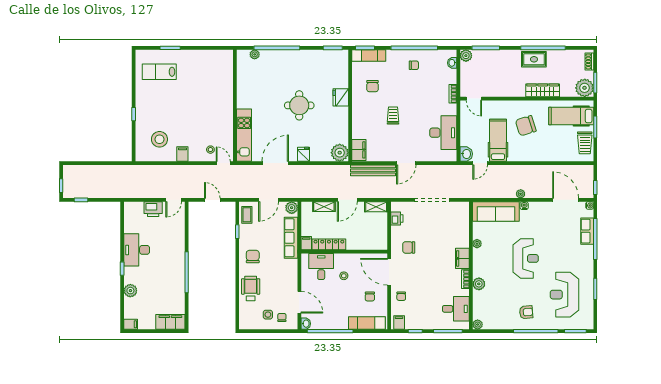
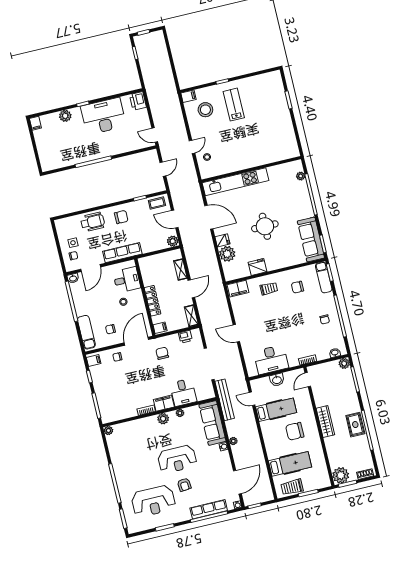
sofa: (325, 60) -> (311, 239), added
lab bench: (159, 72) -> (234, 105), moved
wardrobe: (543, 90) -> (325, 422), moved
fridge: (341, 97) -> (257, 267), moved
trolley: (393, 115) -> (269, 288), moved
hospital bed: (571, 116) -> (290, 464), moved, turned 90
chair: (526, 126) -> (295, 431), turned -73
kitchen unit: (244, 135) -> (235, 182), width x1.36
plant: (340, 153) -> (227, 254), moved
filing cabinet: (182, 154) -> (188, 96), moved
washbasin: (466, 154) -> (277, 380), moved
door: (223, 163) -> (192, 147), moved
bench: (373, 170) -> (225, 400), moved
door: (347, 200) -> (191, 289), swing flipped
printer: (153, 209) -> (138, 101), moved
row of seats: (587, 231) -> (209, 509), width x1.48
row of seats: (291, 238) -> (122, 253), moved
filing cabinet: (306, 243) -> (160, 328), moved
locker: (329, 244) -> (152, 301), moved
desk: (137, 250) -> (103, 116), width x1.36, depth x1.30
plant: (479, 284) -> (163, 419), moved
reception desk: (564, 295) -> (153, 501), turned 180
desk: (456, 309) -> (183, 392), moved
armchair: (526, 312) -> (184, 485), moved
filing cabinet: (170, 322) -> (46, 158), removed

